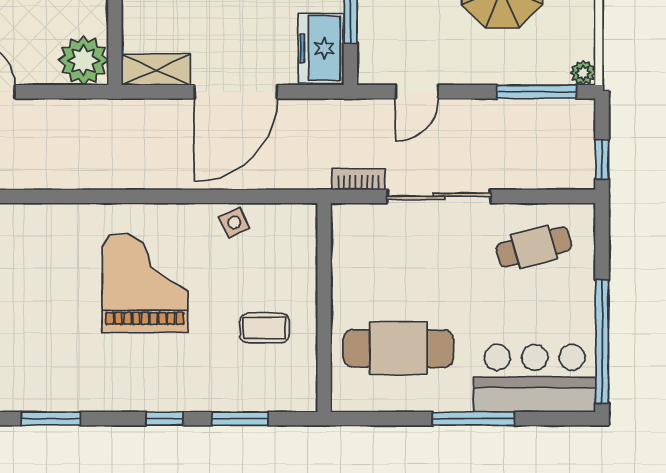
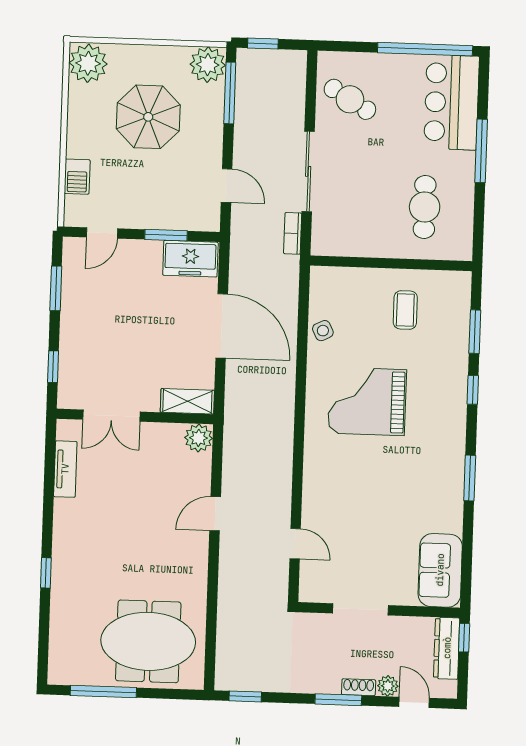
plant: (83, 60) -> (199, 438), width x0.73, depth x0.73
shelving: (156, 70) -> (187, 401), moved, turned 90
plant: (583, 73) -> (208, 65), width x1.88, depth x1.88
window: (602, 159) -> (263, 43), moved
cafe table: (534, 247) -> (350, 99), turned -44
cafe table: (398, 348) -> (425, 207), width x0.73, depth x0.74

